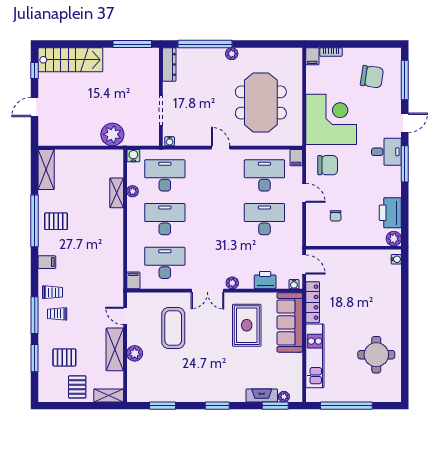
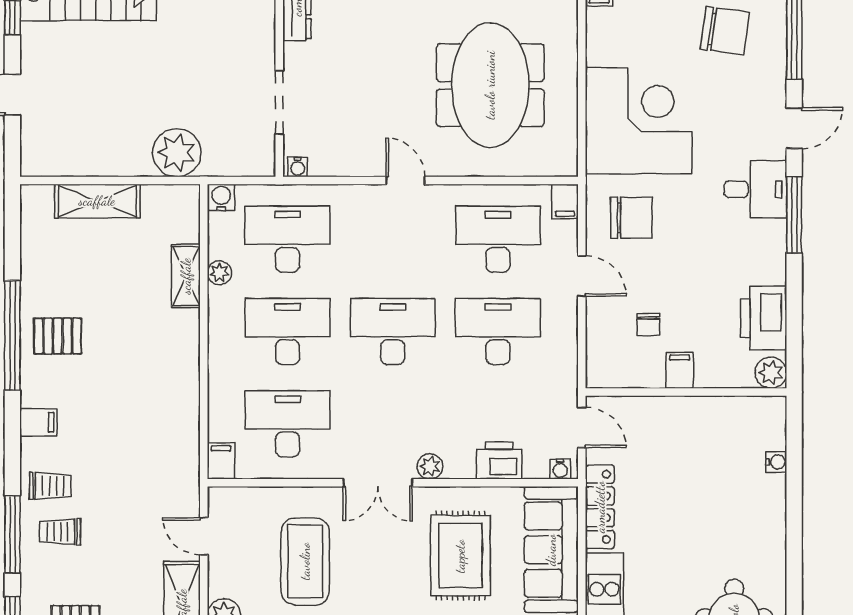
shelving: (46, 169) -> (97, 201), moved, turned 90
desk: (215, 219) -> (393, 332), added
filing cabinet: (350, 237) -> (680, 370), added
water cooler: (396, 259) -> (776, 462), moved

